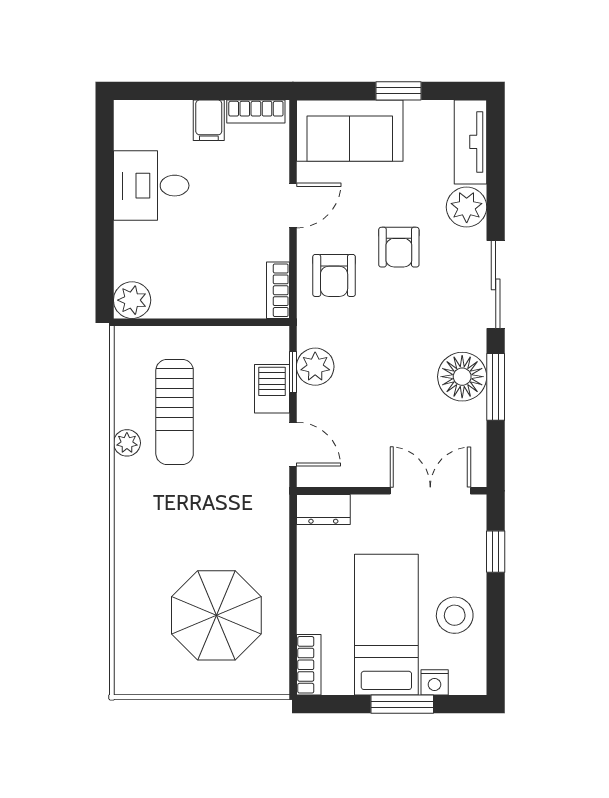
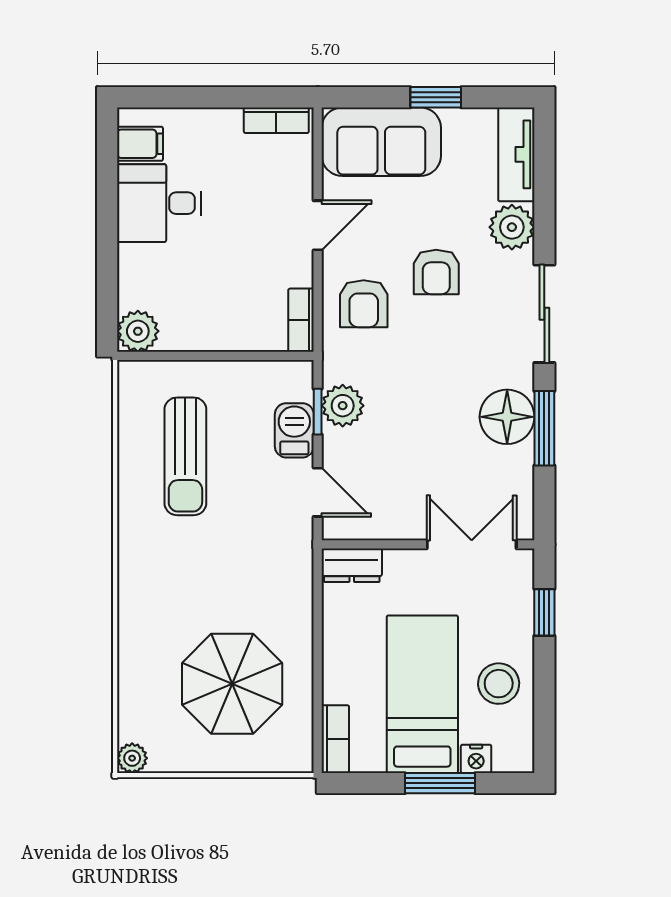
filing cabinet: (209, 120) -> (140, 144), moved, turned -90
plant: (127, 443) -> (132, 758), moved

